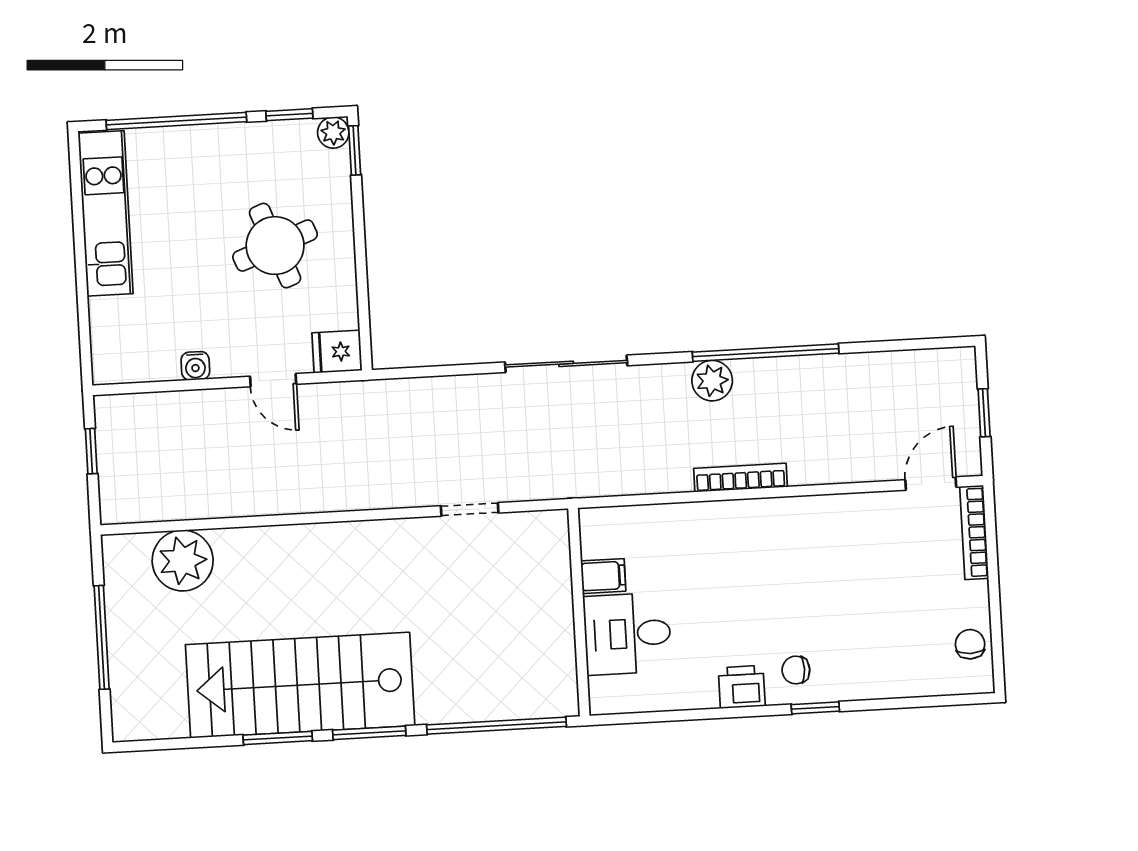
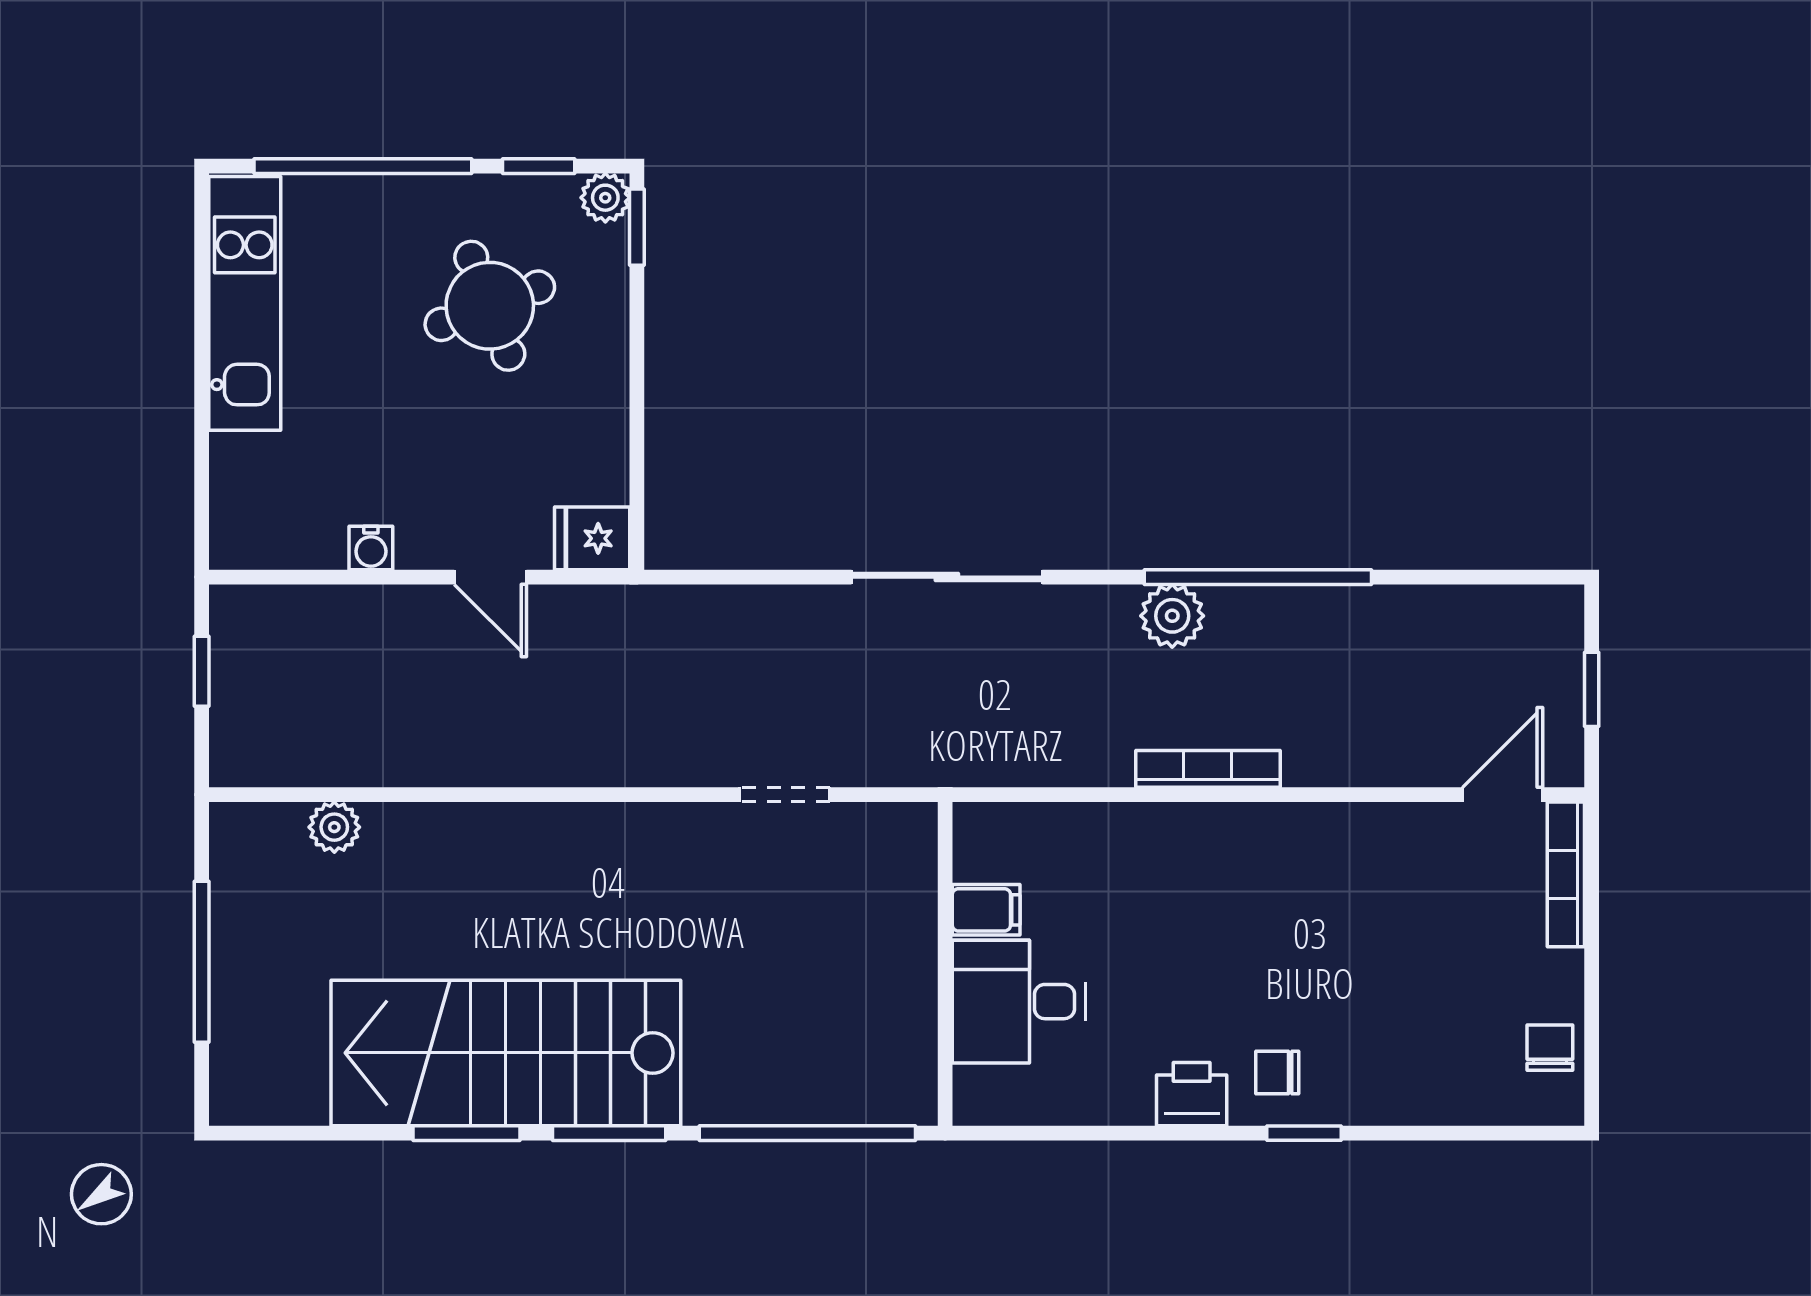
round table: (275, 246) -> (490, 306), moved
plant: (183, 561) -> (334, 827), width x0.53, depth x0.53

